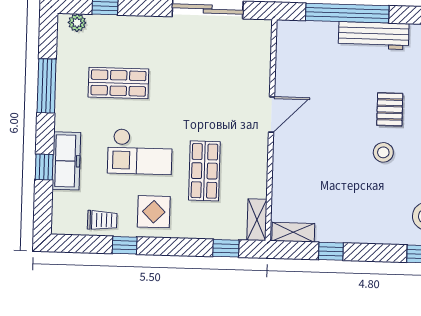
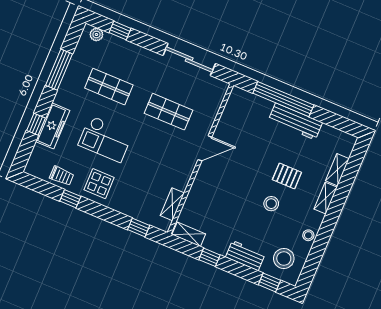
pallet: (390, 109) -> (287, 176), turned 90
shop shelf: (204, 171) -> (169, 112), moved, turned 90
shelving: (257, 220) -> (172, 204), moved
workbench: (376, 232) -> (245, 256), added

